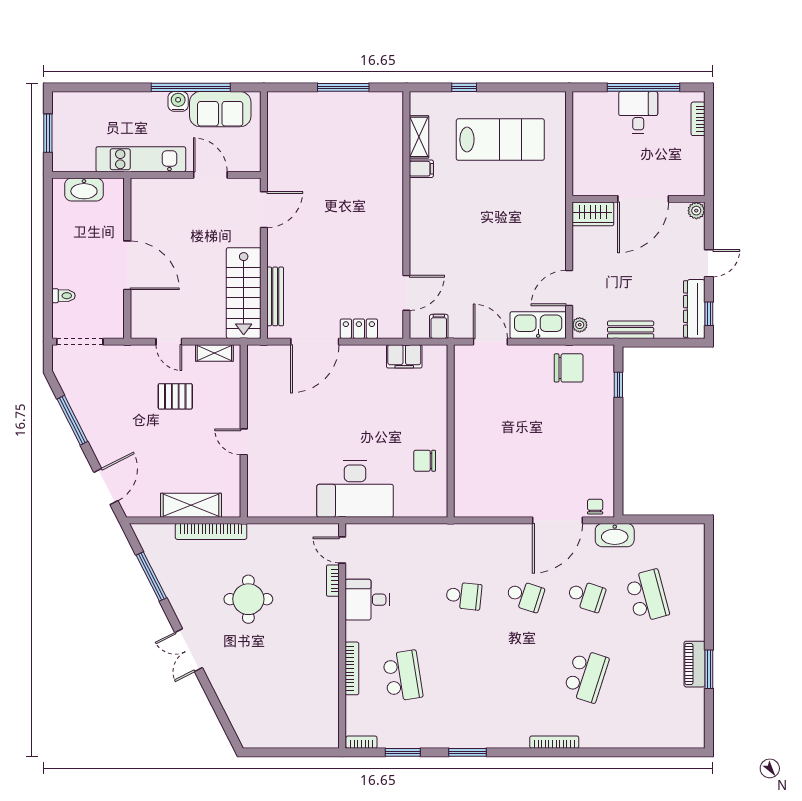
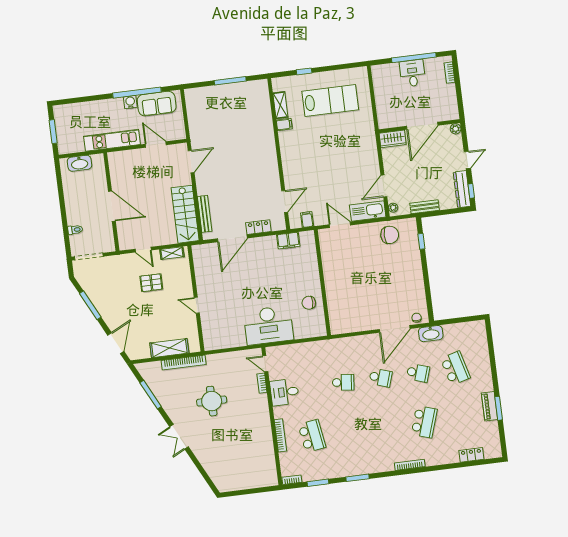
locker: (655, 739) -> (471, 455), added

